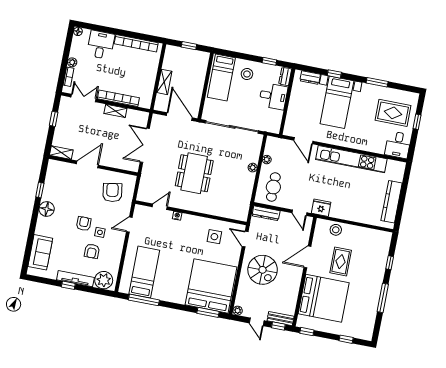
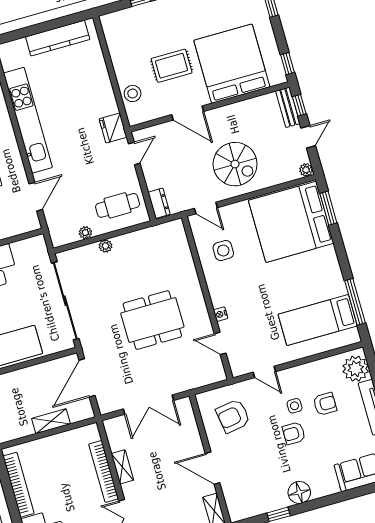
dresser: (266, 213) -> (159, 203), width x0.70
door: (245, 239) -> (206, 208), hinge flipped
spiral stairs: (263, 270) -> (235, 164), turned 90

